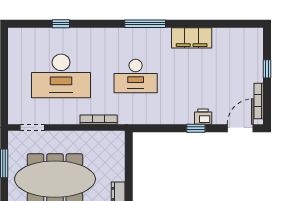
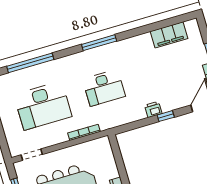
window: (61, 24) -> (30, 63), width x3.17
filing cabinet: (192, 38) -> (169, 35), moved
printer: (203, 117) -> (153, 109), moved

